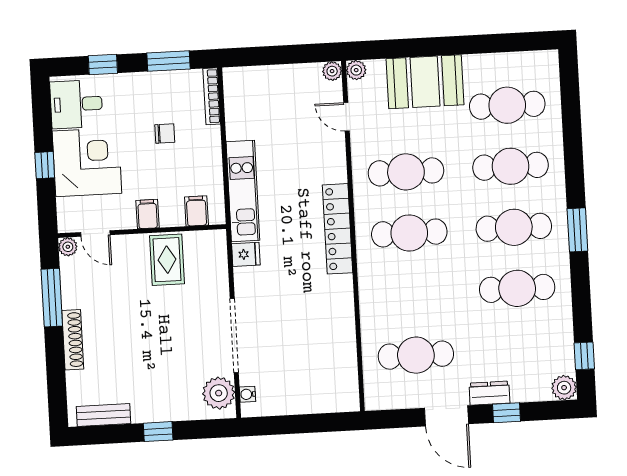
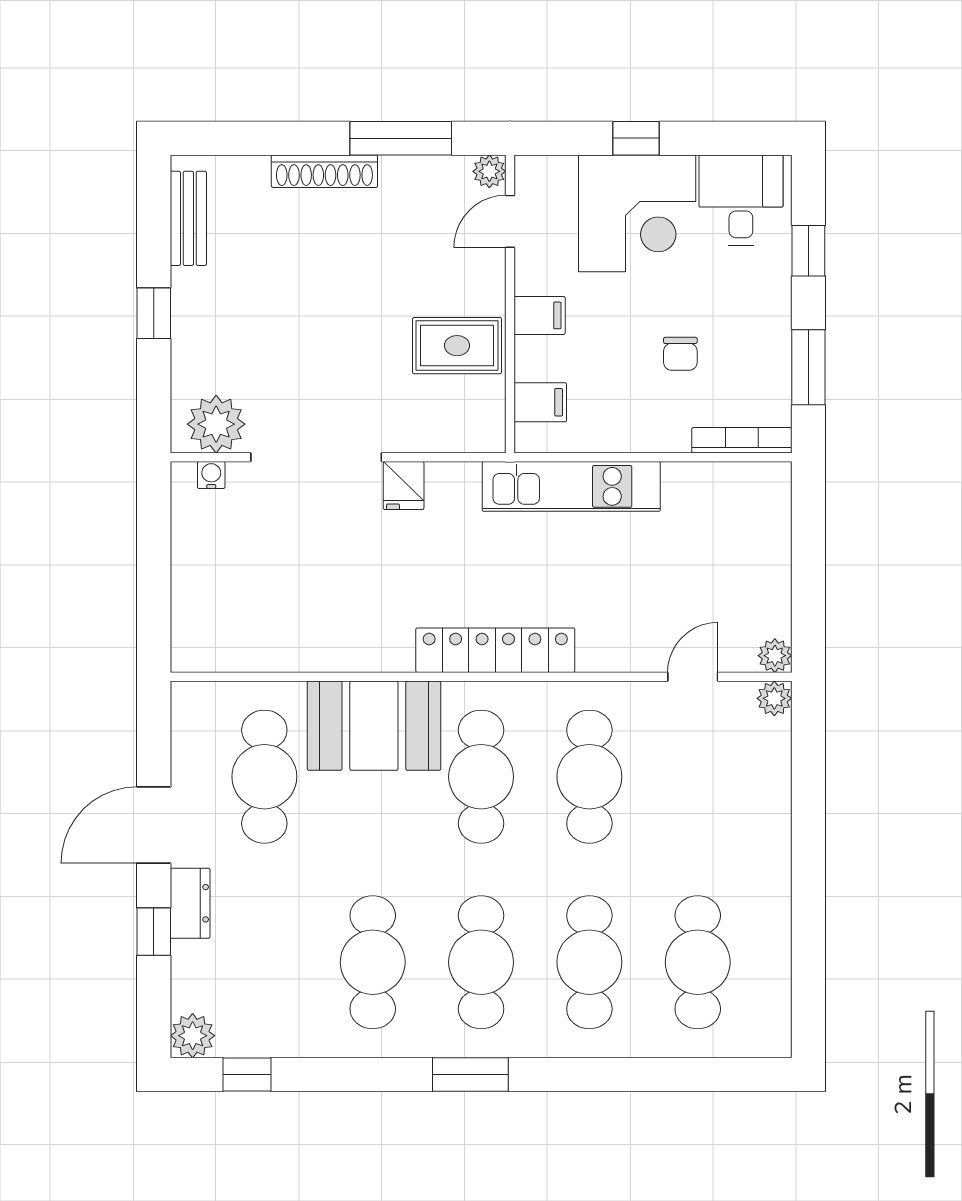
booth: (425, 82) -> (374, 726), moved, turned 90
fridge: (246, 254) -> (404, 486), moved

